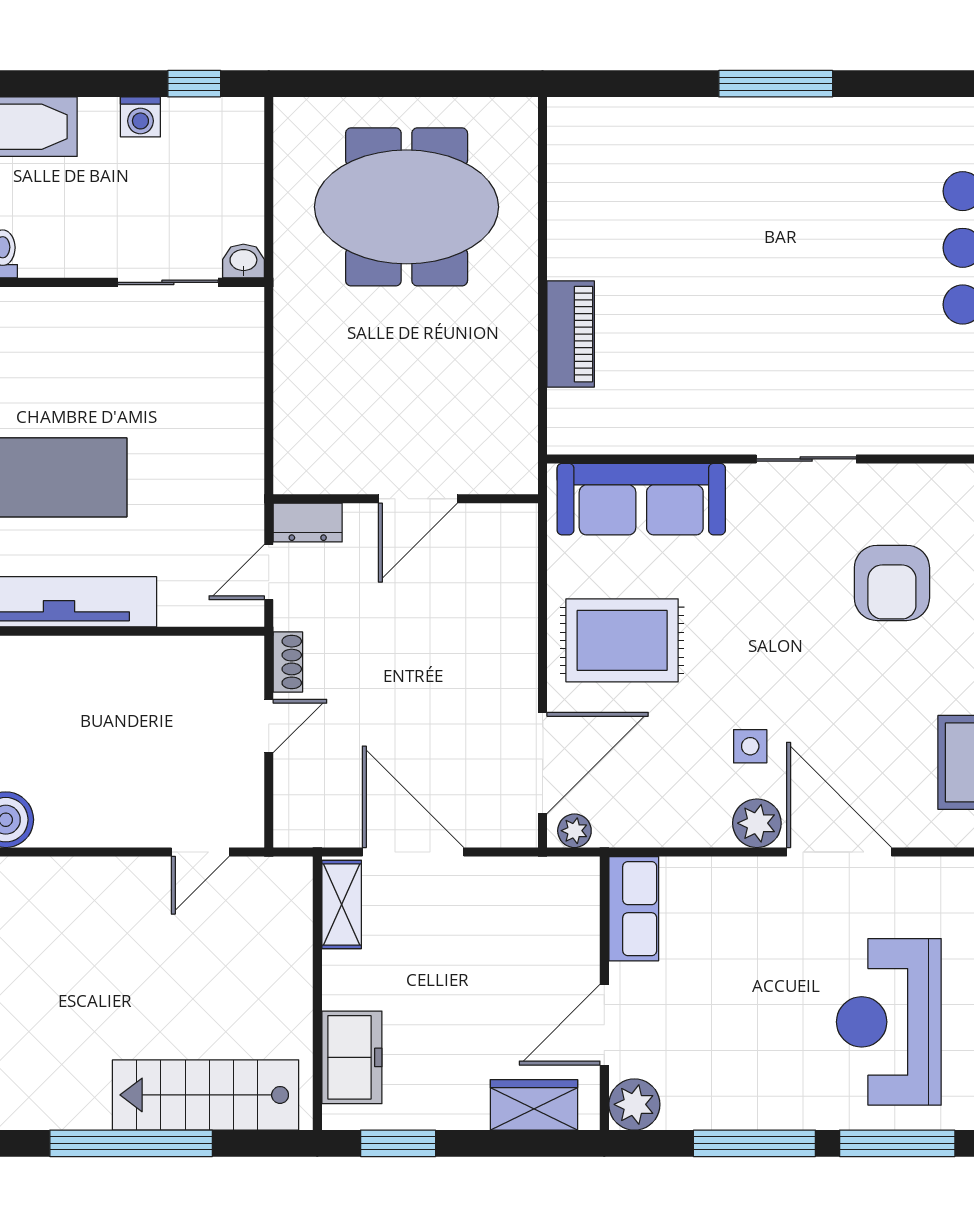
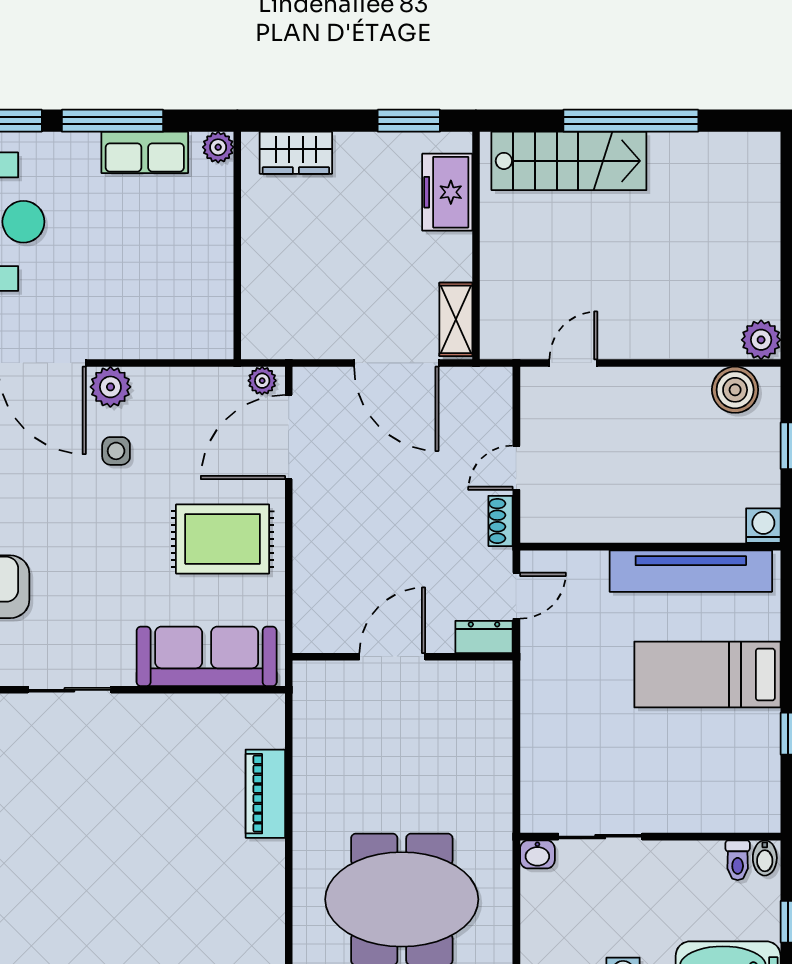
row of seats: (634, 909) -> (145, 152), moved, turned -90
door: (604, 1025) -> (237, 219), removed
plant: (634, 1104) -> (218, 147), width x0.73, depth x0.73

